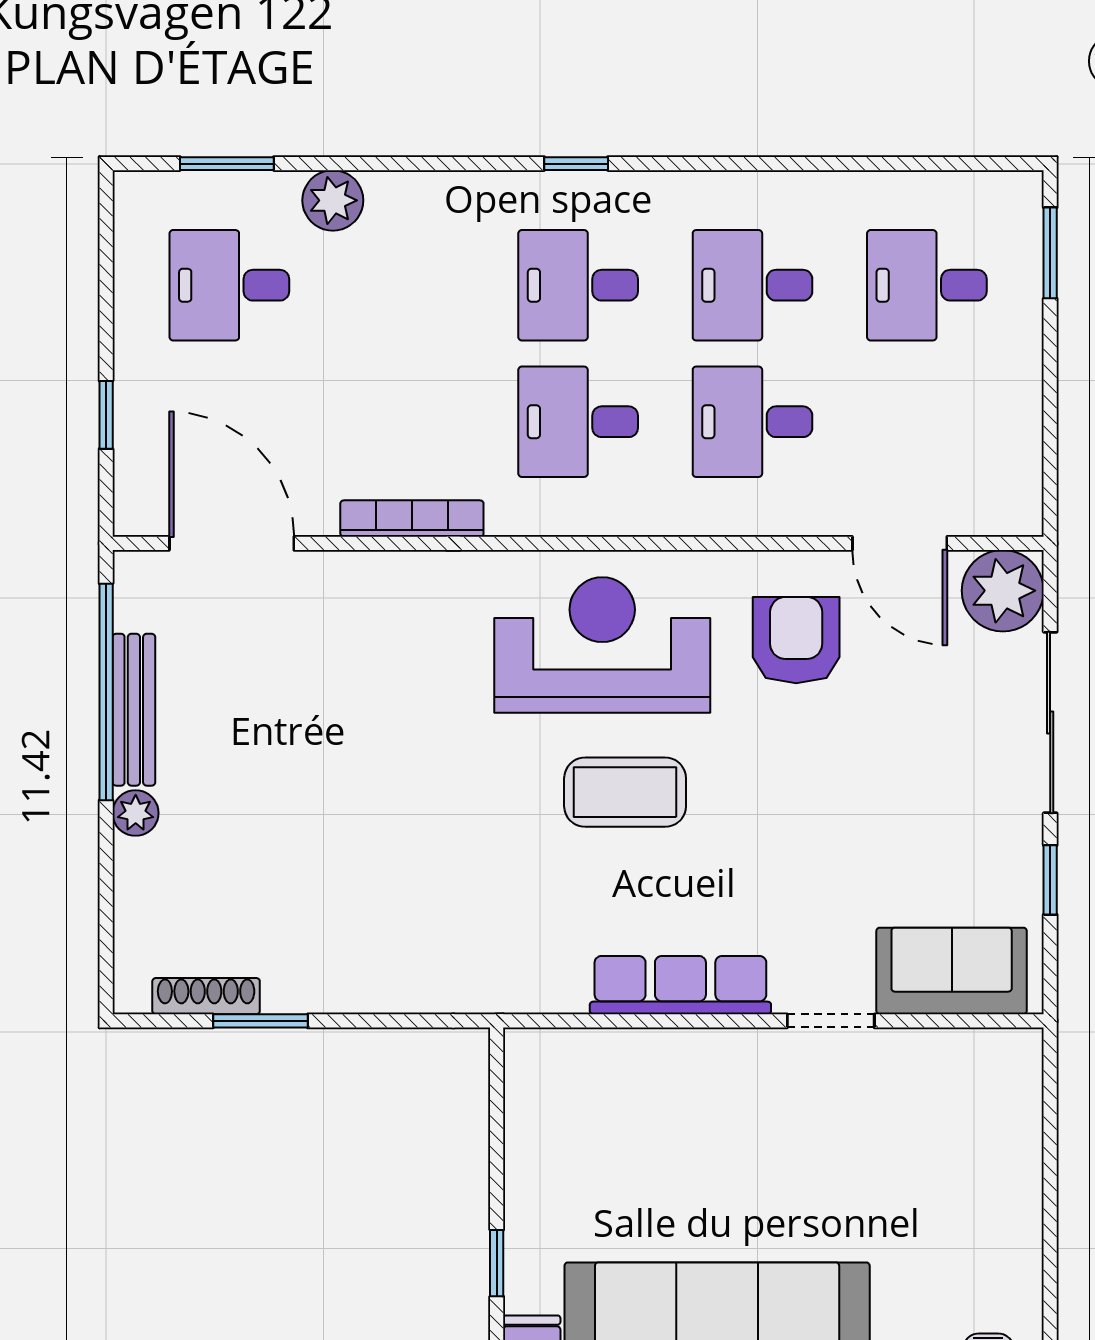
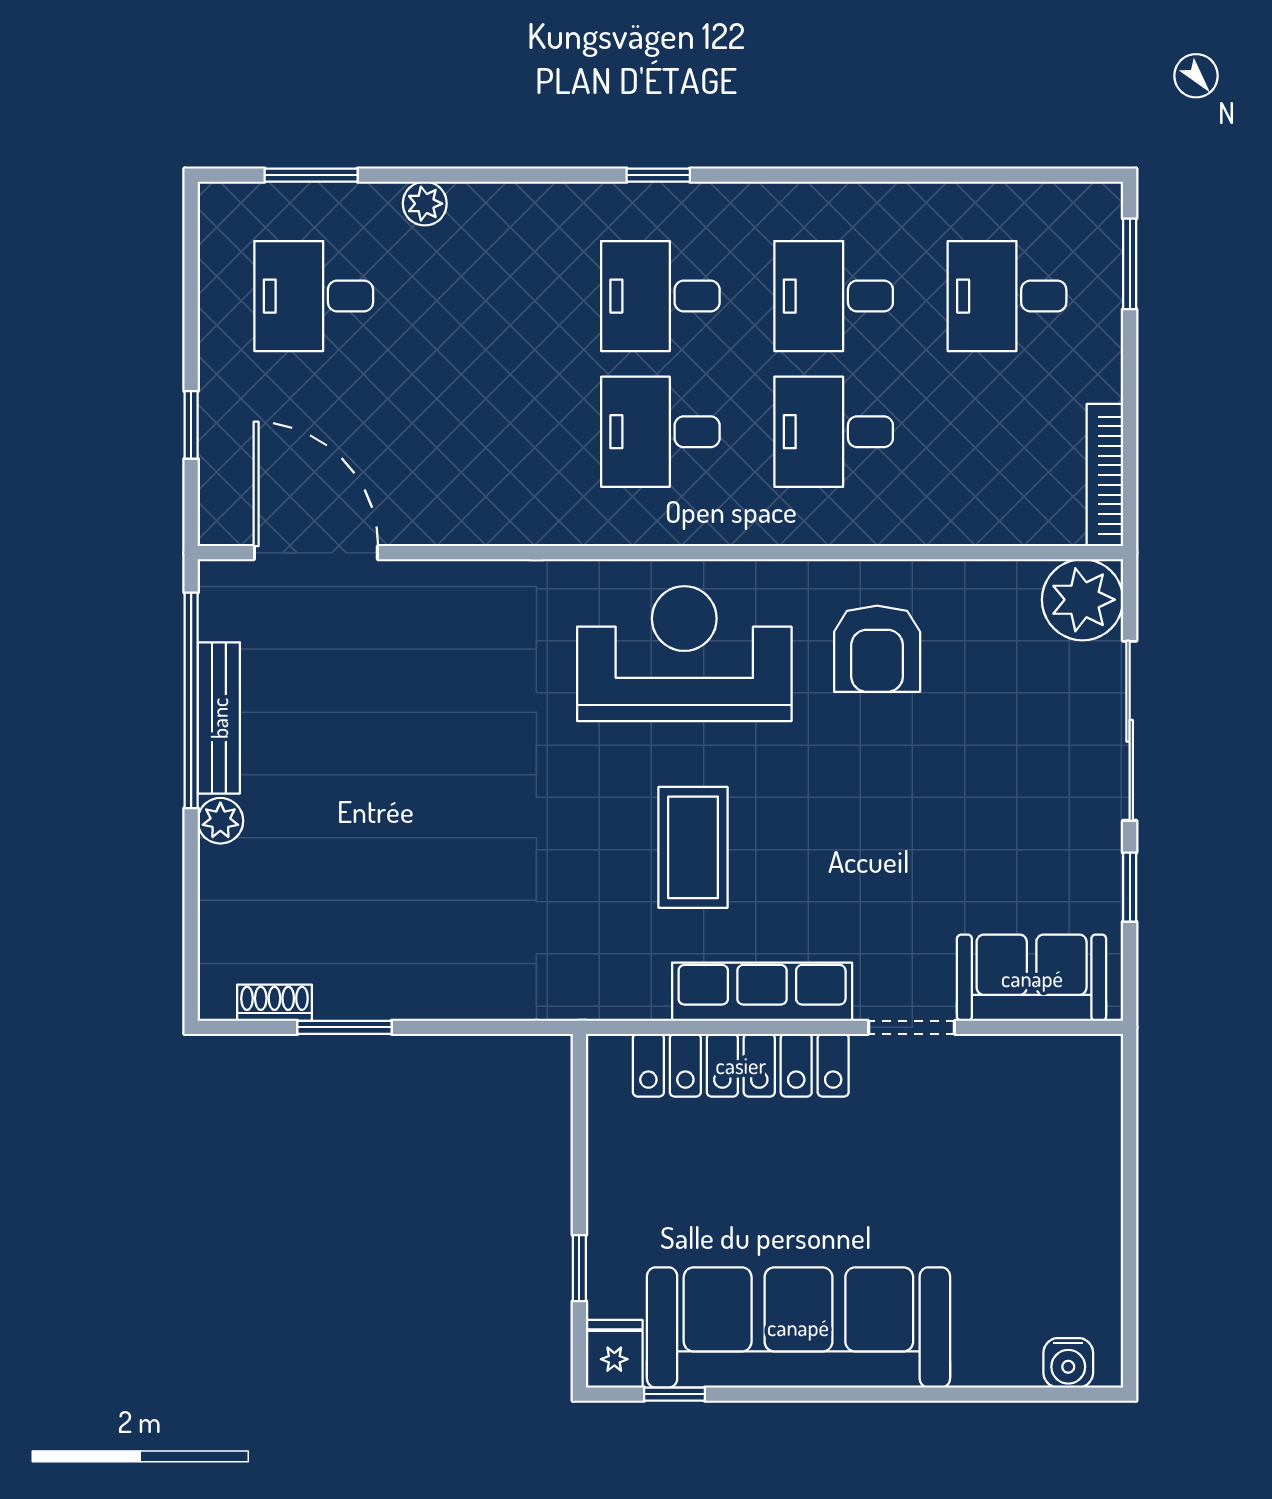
plant: (333, 200) -> (425, 204), width x0.73, depth x0.73
bookcase: (412, 519) -> (1105, 475), moved, turned -90
door: (900, 543) -> (980, 553), removed
armchair: (796, 640) -> (877, 649), turned 180
coffee table: (625, 792) -> (693, 847), moved, turned 90
shoe rack: (206, 996) -> (274, 1003), width x0.70
locker: (659, 1059) -> (741, 1065), added

